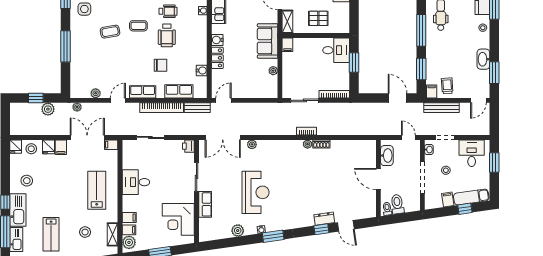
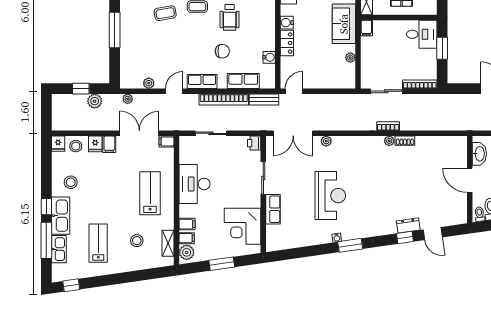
desk: (136, 182) -> (195, 184), width x1.37
plant: (238, 231) -> (310, 239), removed
lab bench: (51, 234) -> (98, 243), turned 180

